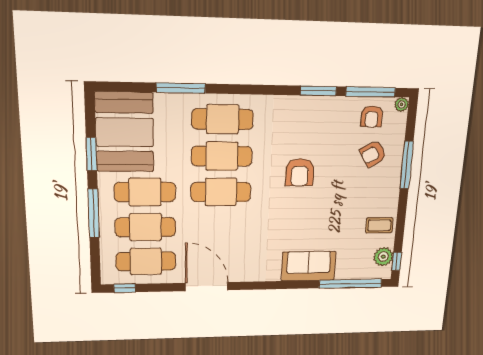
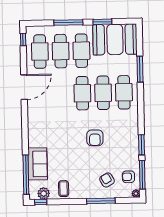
armchair: (300, 172) -> (95, 138), turned -89
sofa: (309, 266) -> (38, 164), moved

